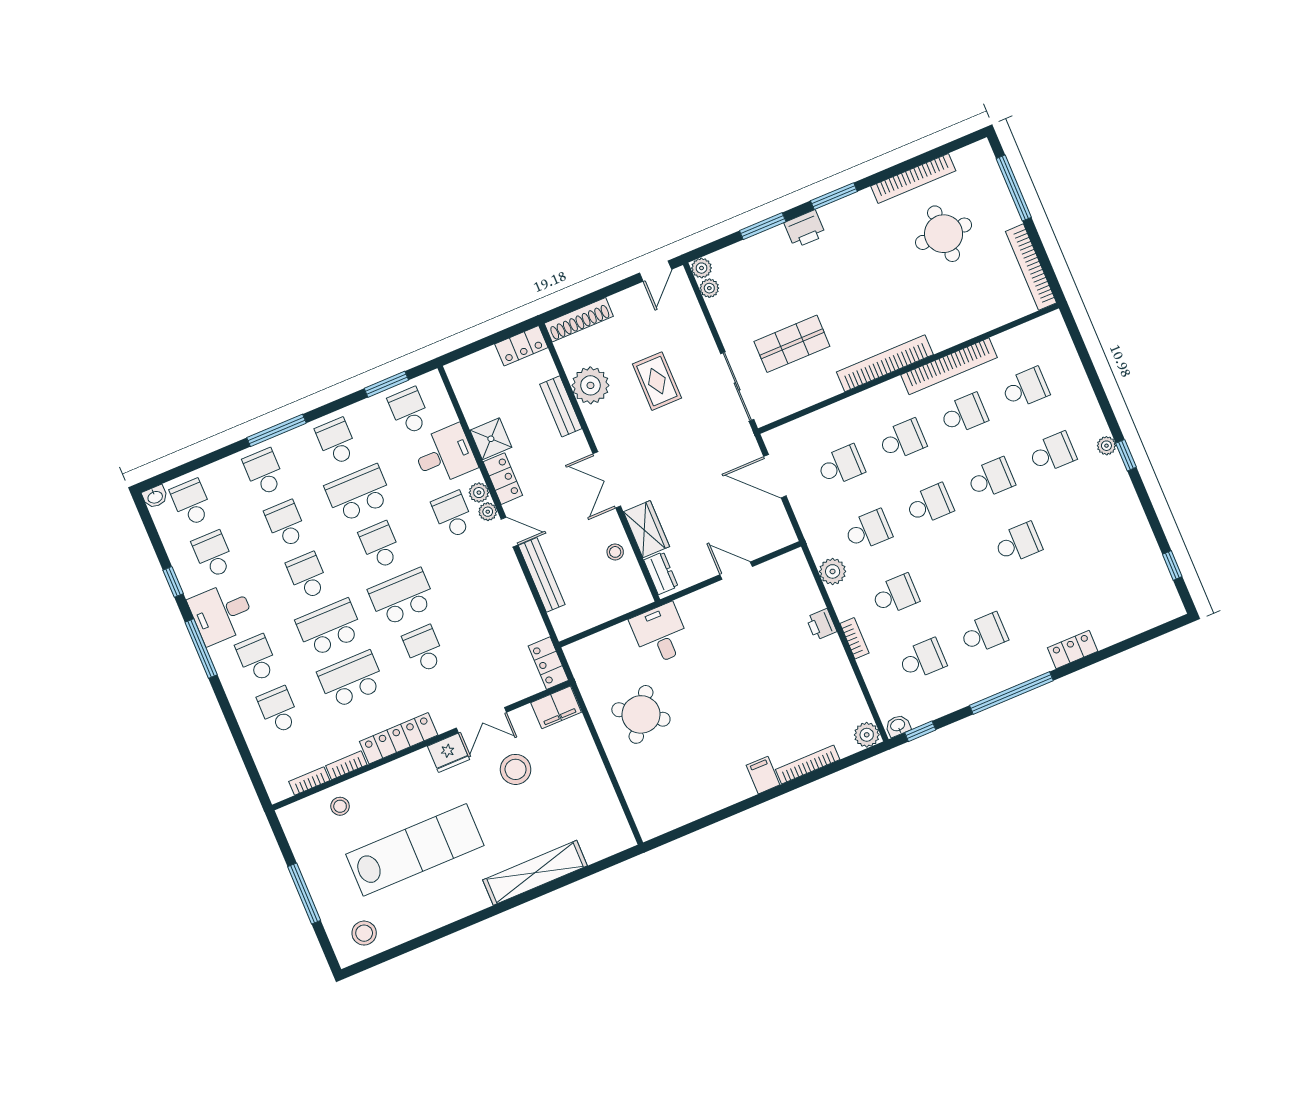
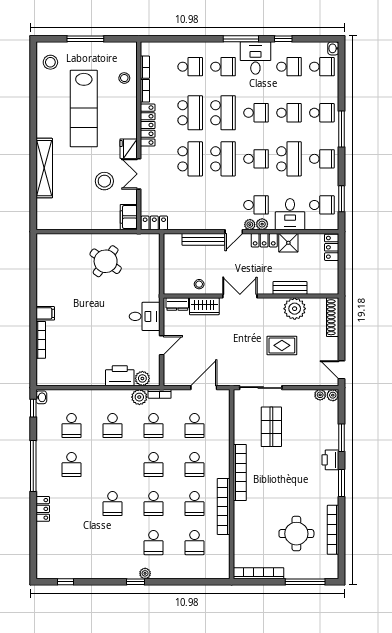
locker: (521, 346) -> (332, 247), moved
printer: (821, 624) -> (120, 376), width x1.87, depth x1.48
desk: (660, 634) -> (145, 316), moved
bookcase: (855, 638) -> (160, 394), moved
school desk: (424, 649) -> (190, 159), width x1.85
plant: (867, 735) -> (142, 378), moved

